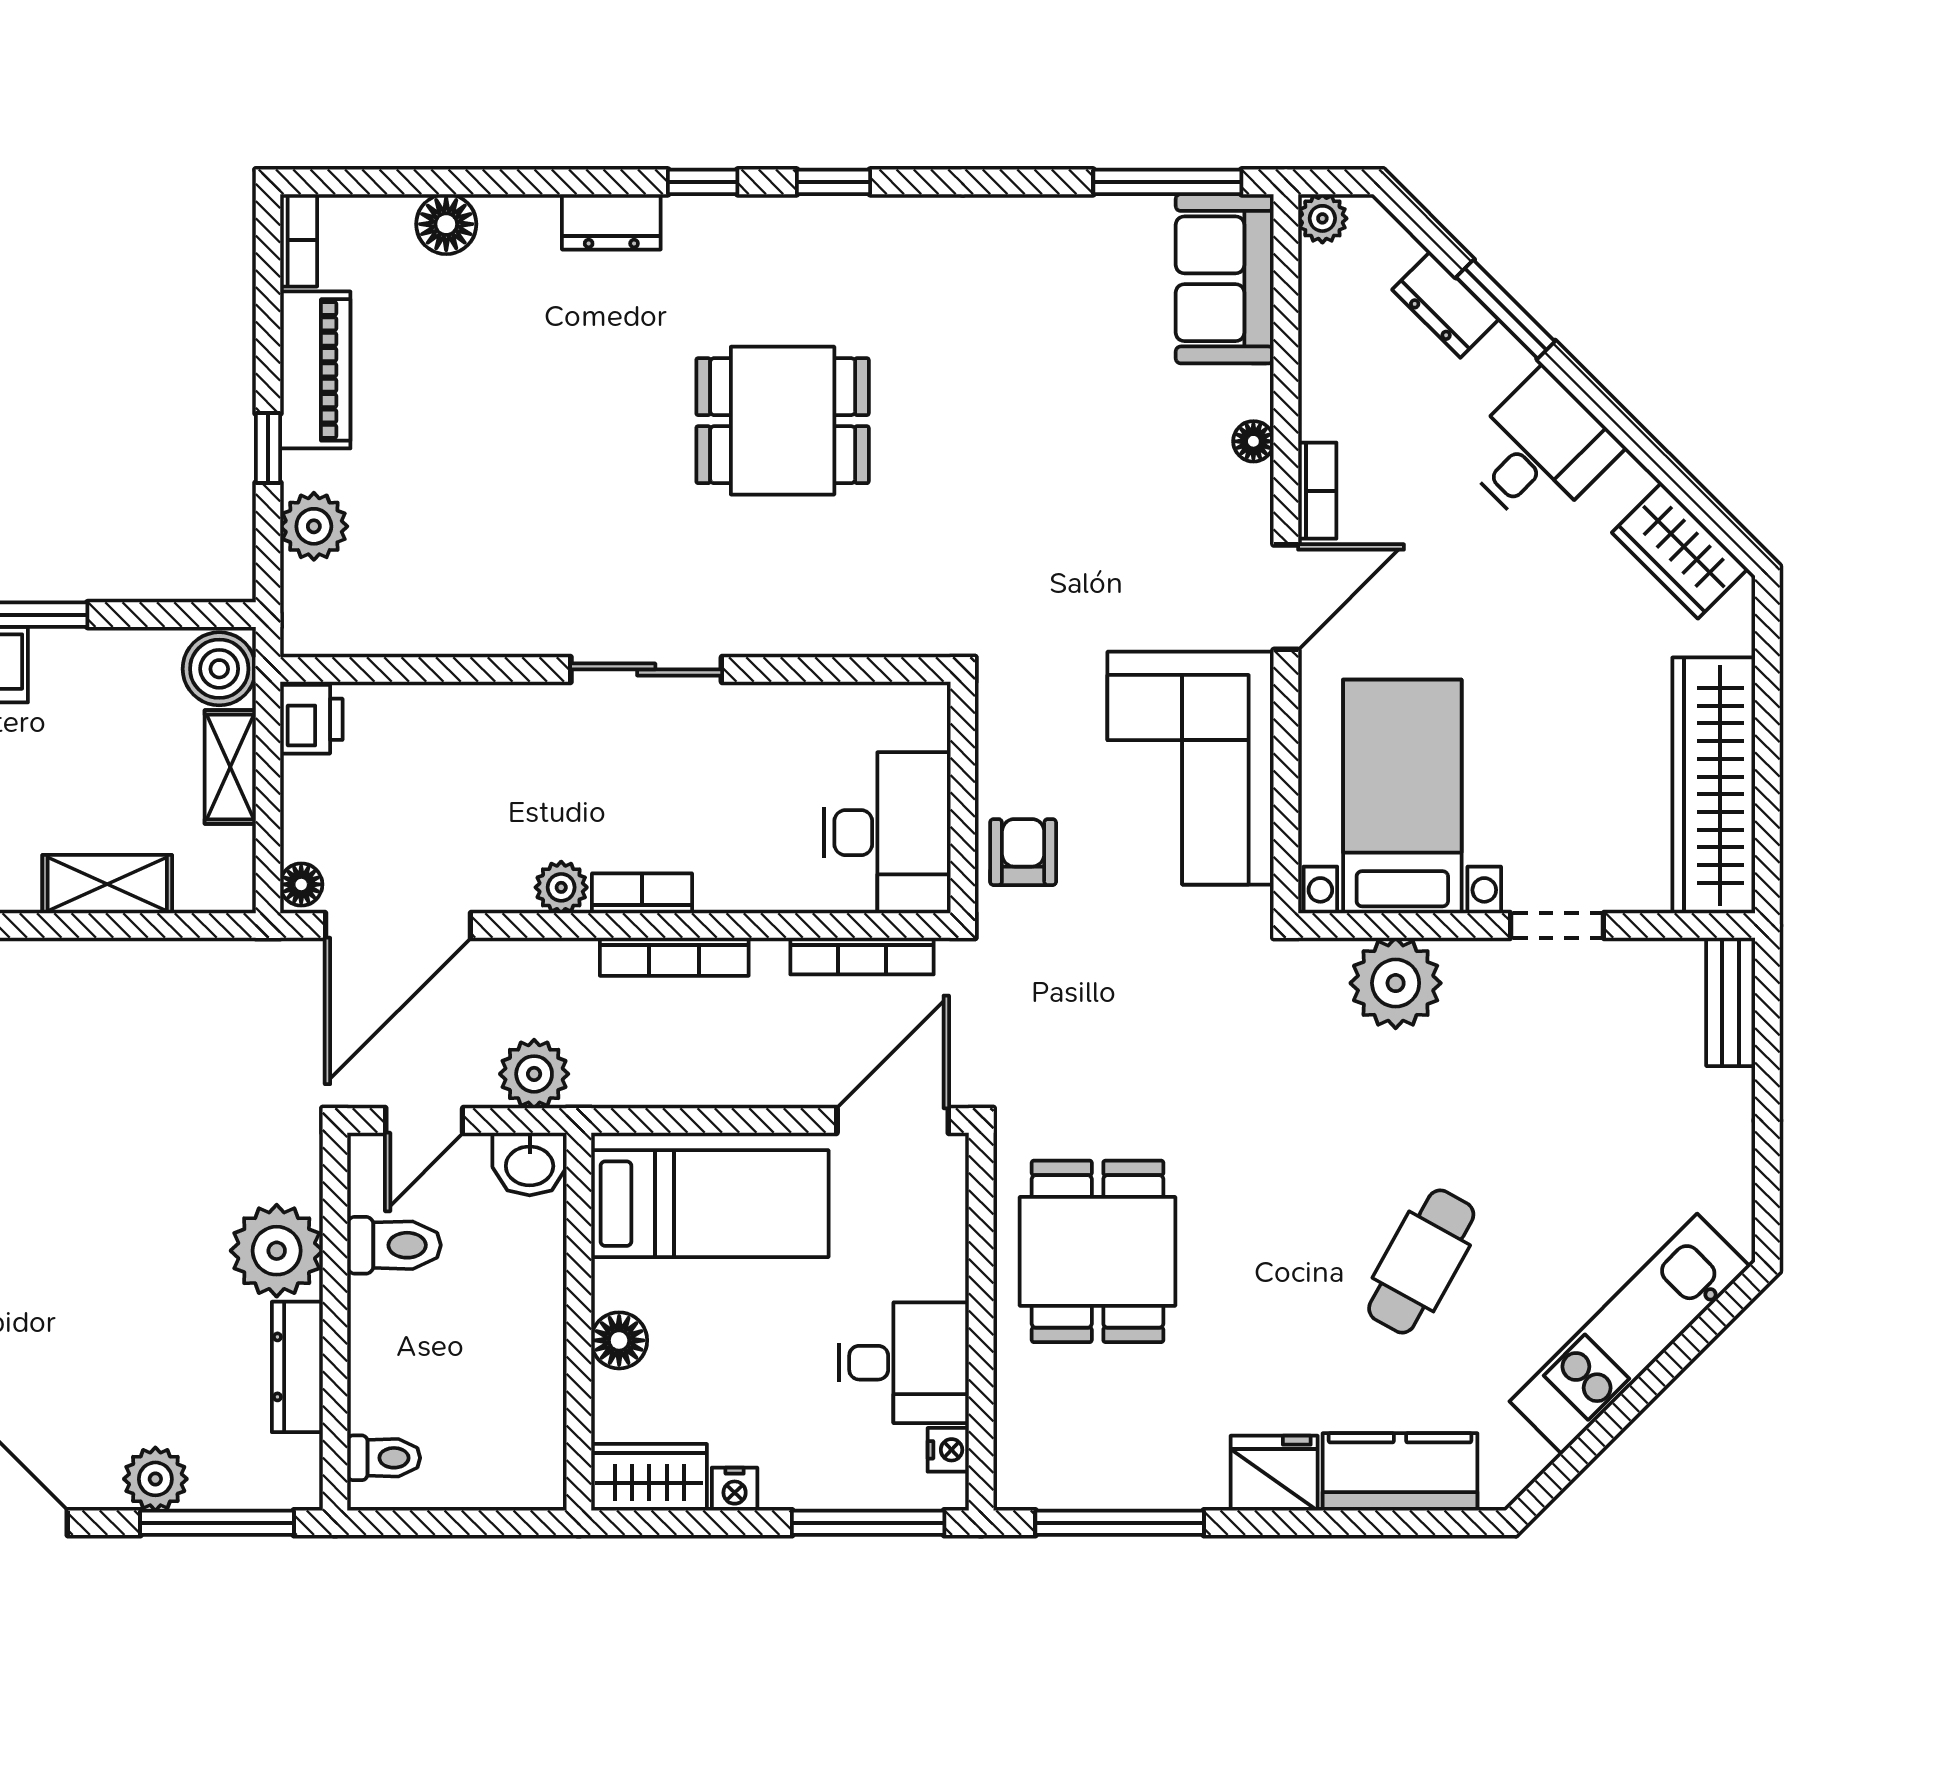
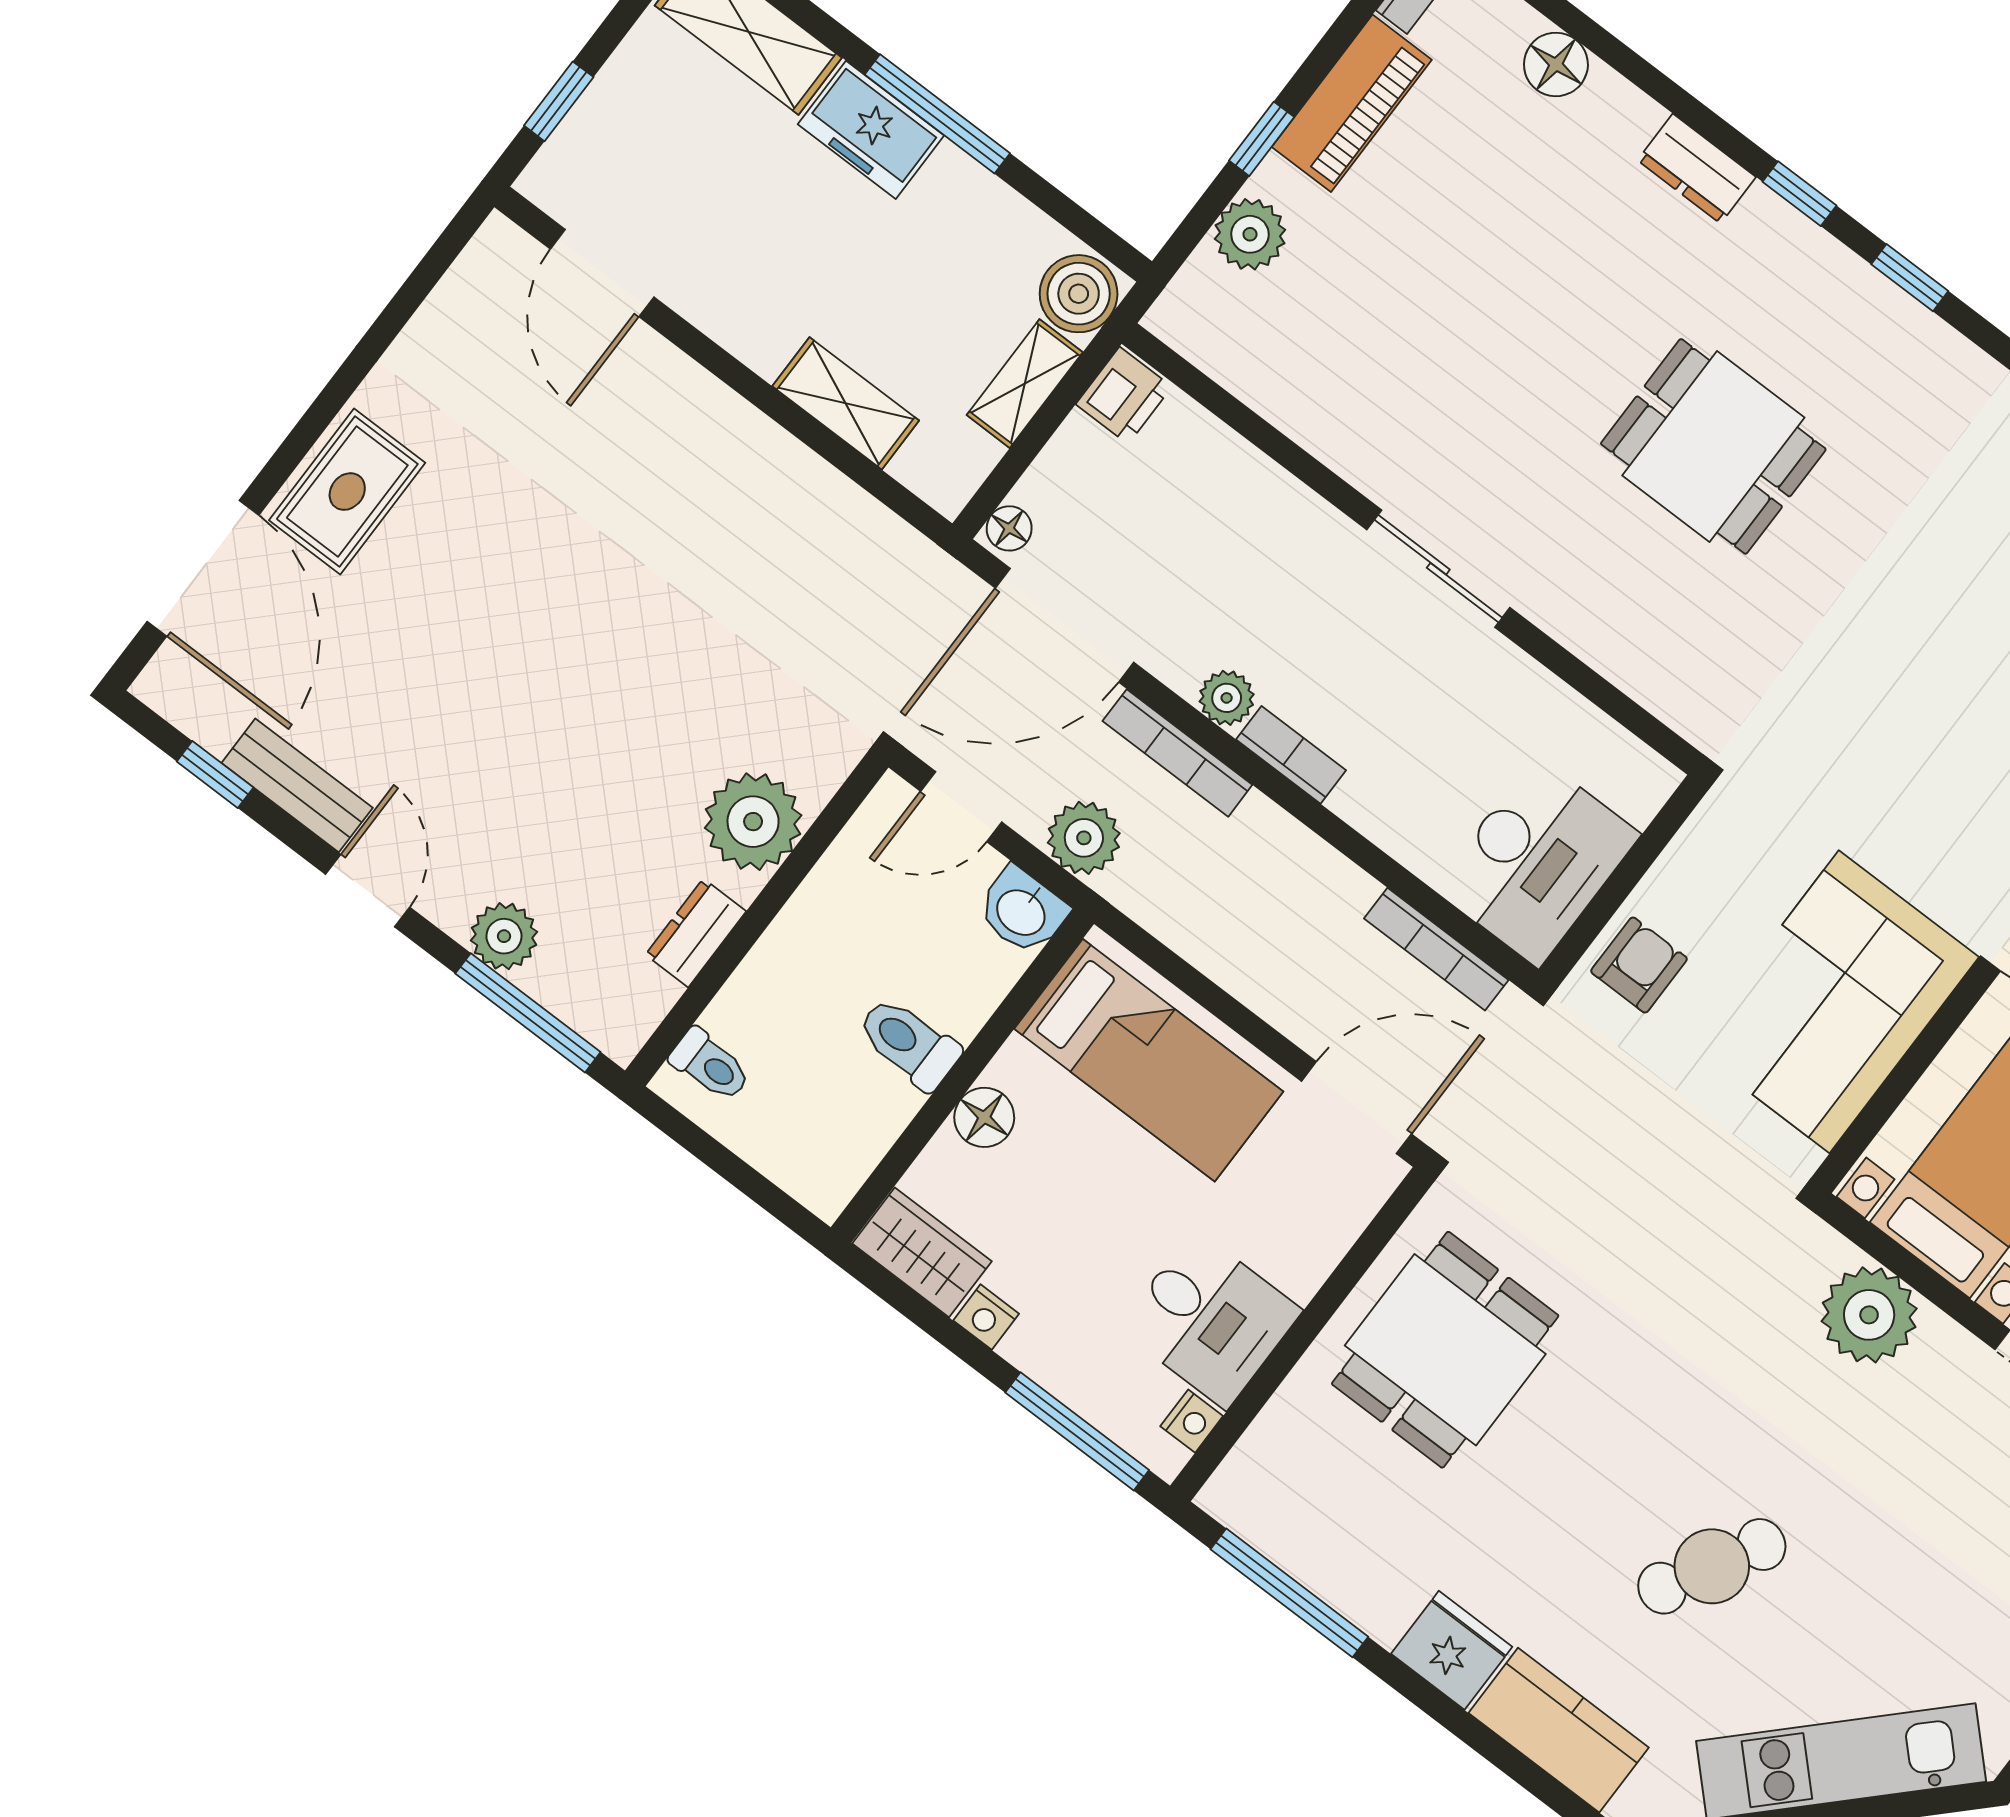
bookcase: (674, 957) -> (1177, 753), moved
toilet: (394, 1245) -> (909, 1043), moved, turned 180
dresser: (297, 1367) -> (696, 933), width x0.70

